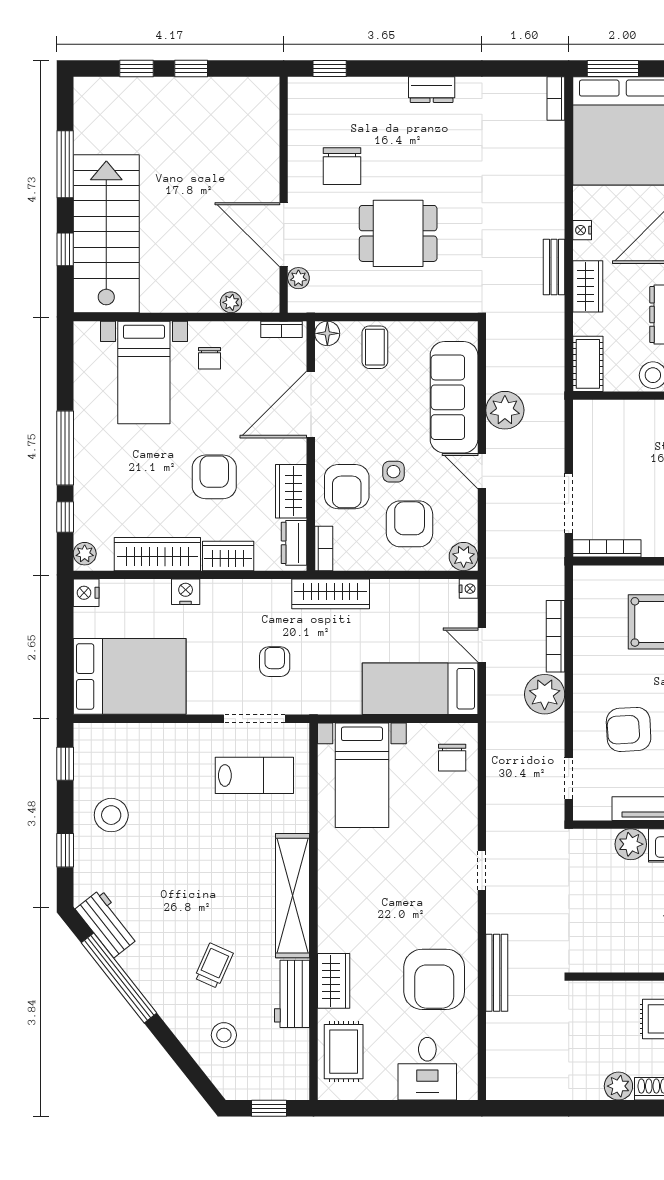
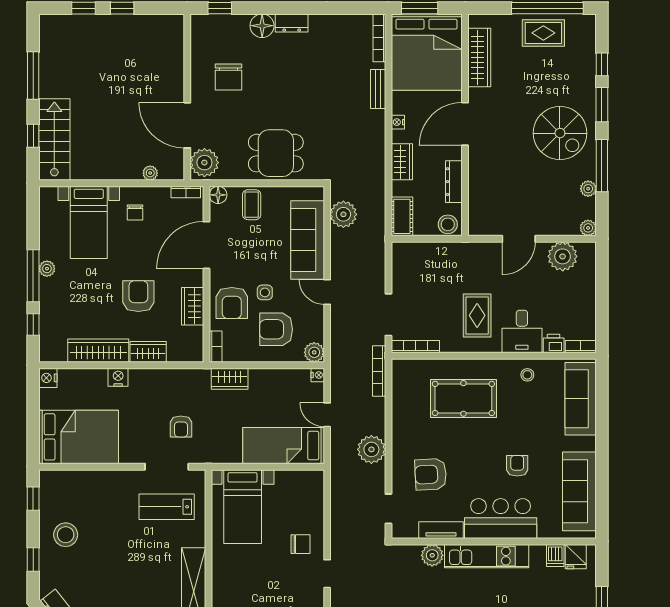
floor lamp: (390, 94) -> (262, 26), added
bookcase: (556, 99) -> (379, 38), width x1.56
dining table: (398, 233) -> (276, 153), moved
stairs: (106, 234) -> (54, 139), width x0.73, depth x0.66
bench: (554, 267) -> (378, 89), moved
plant: (298, 278) -> (204, 163), width x1.88, depth x1.88
plant: (505, 410) -> (343, 214), moved
armchair: (410, 524) -> (276, 329), turned -90
dresser: (294, 543) -> (195, 343), removed
plant: (85, 554) -> (47, 269), moved
wardrobe: (331, 594) -> (230, 379), width x0.67
bookcase: (555, 636) -> (379, 371), moved
armchair: (275, 662) -> (181, 426), turned 180
chair: (452, 758) -> (301, 544), moved, turned -90
lab bench: (254, 775) -> (167, 507), turned 180

